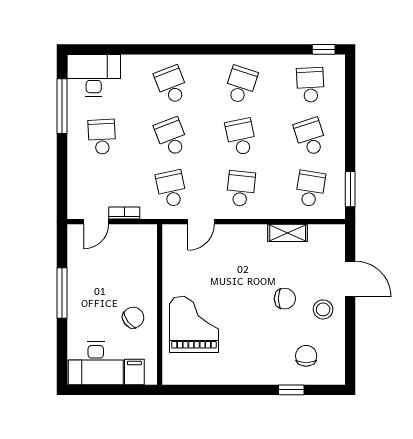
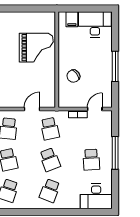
school desk: (171, 85) -> (50, 191), turned 42
window: (62, 106) -> (115, 153), moved
chair: (133, 318) -> (73, 76), moved
grand piano: (194, 324) -> (36, 48), turned -90

